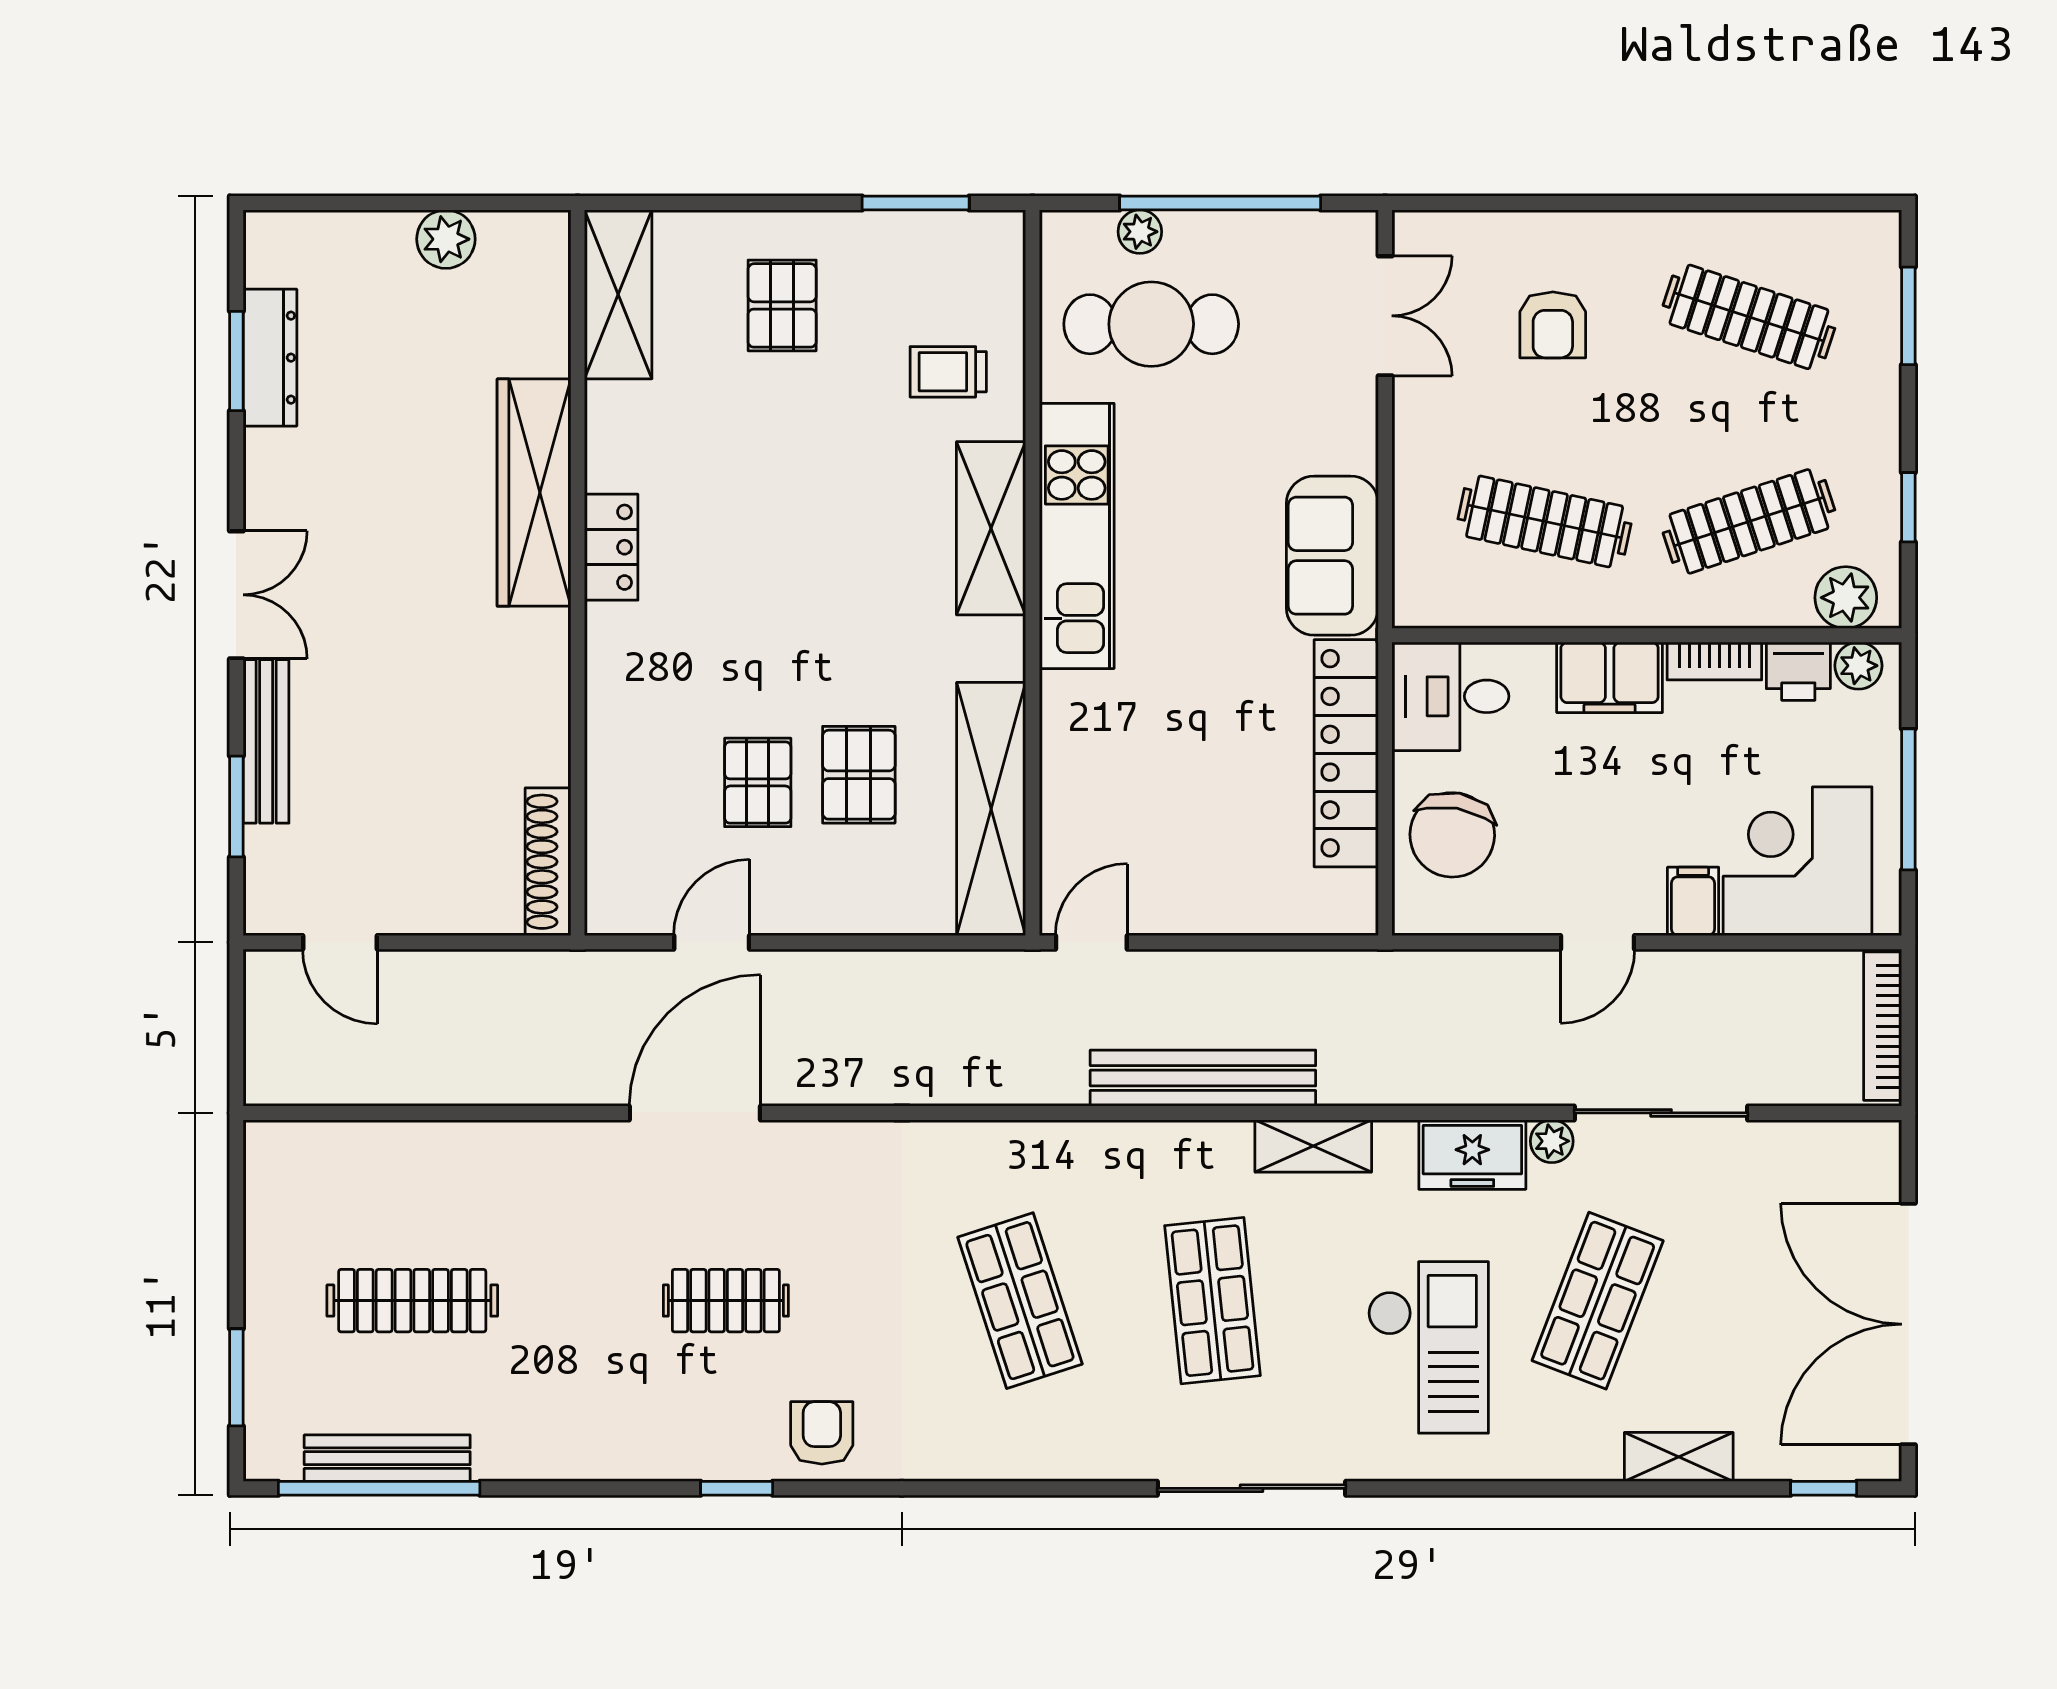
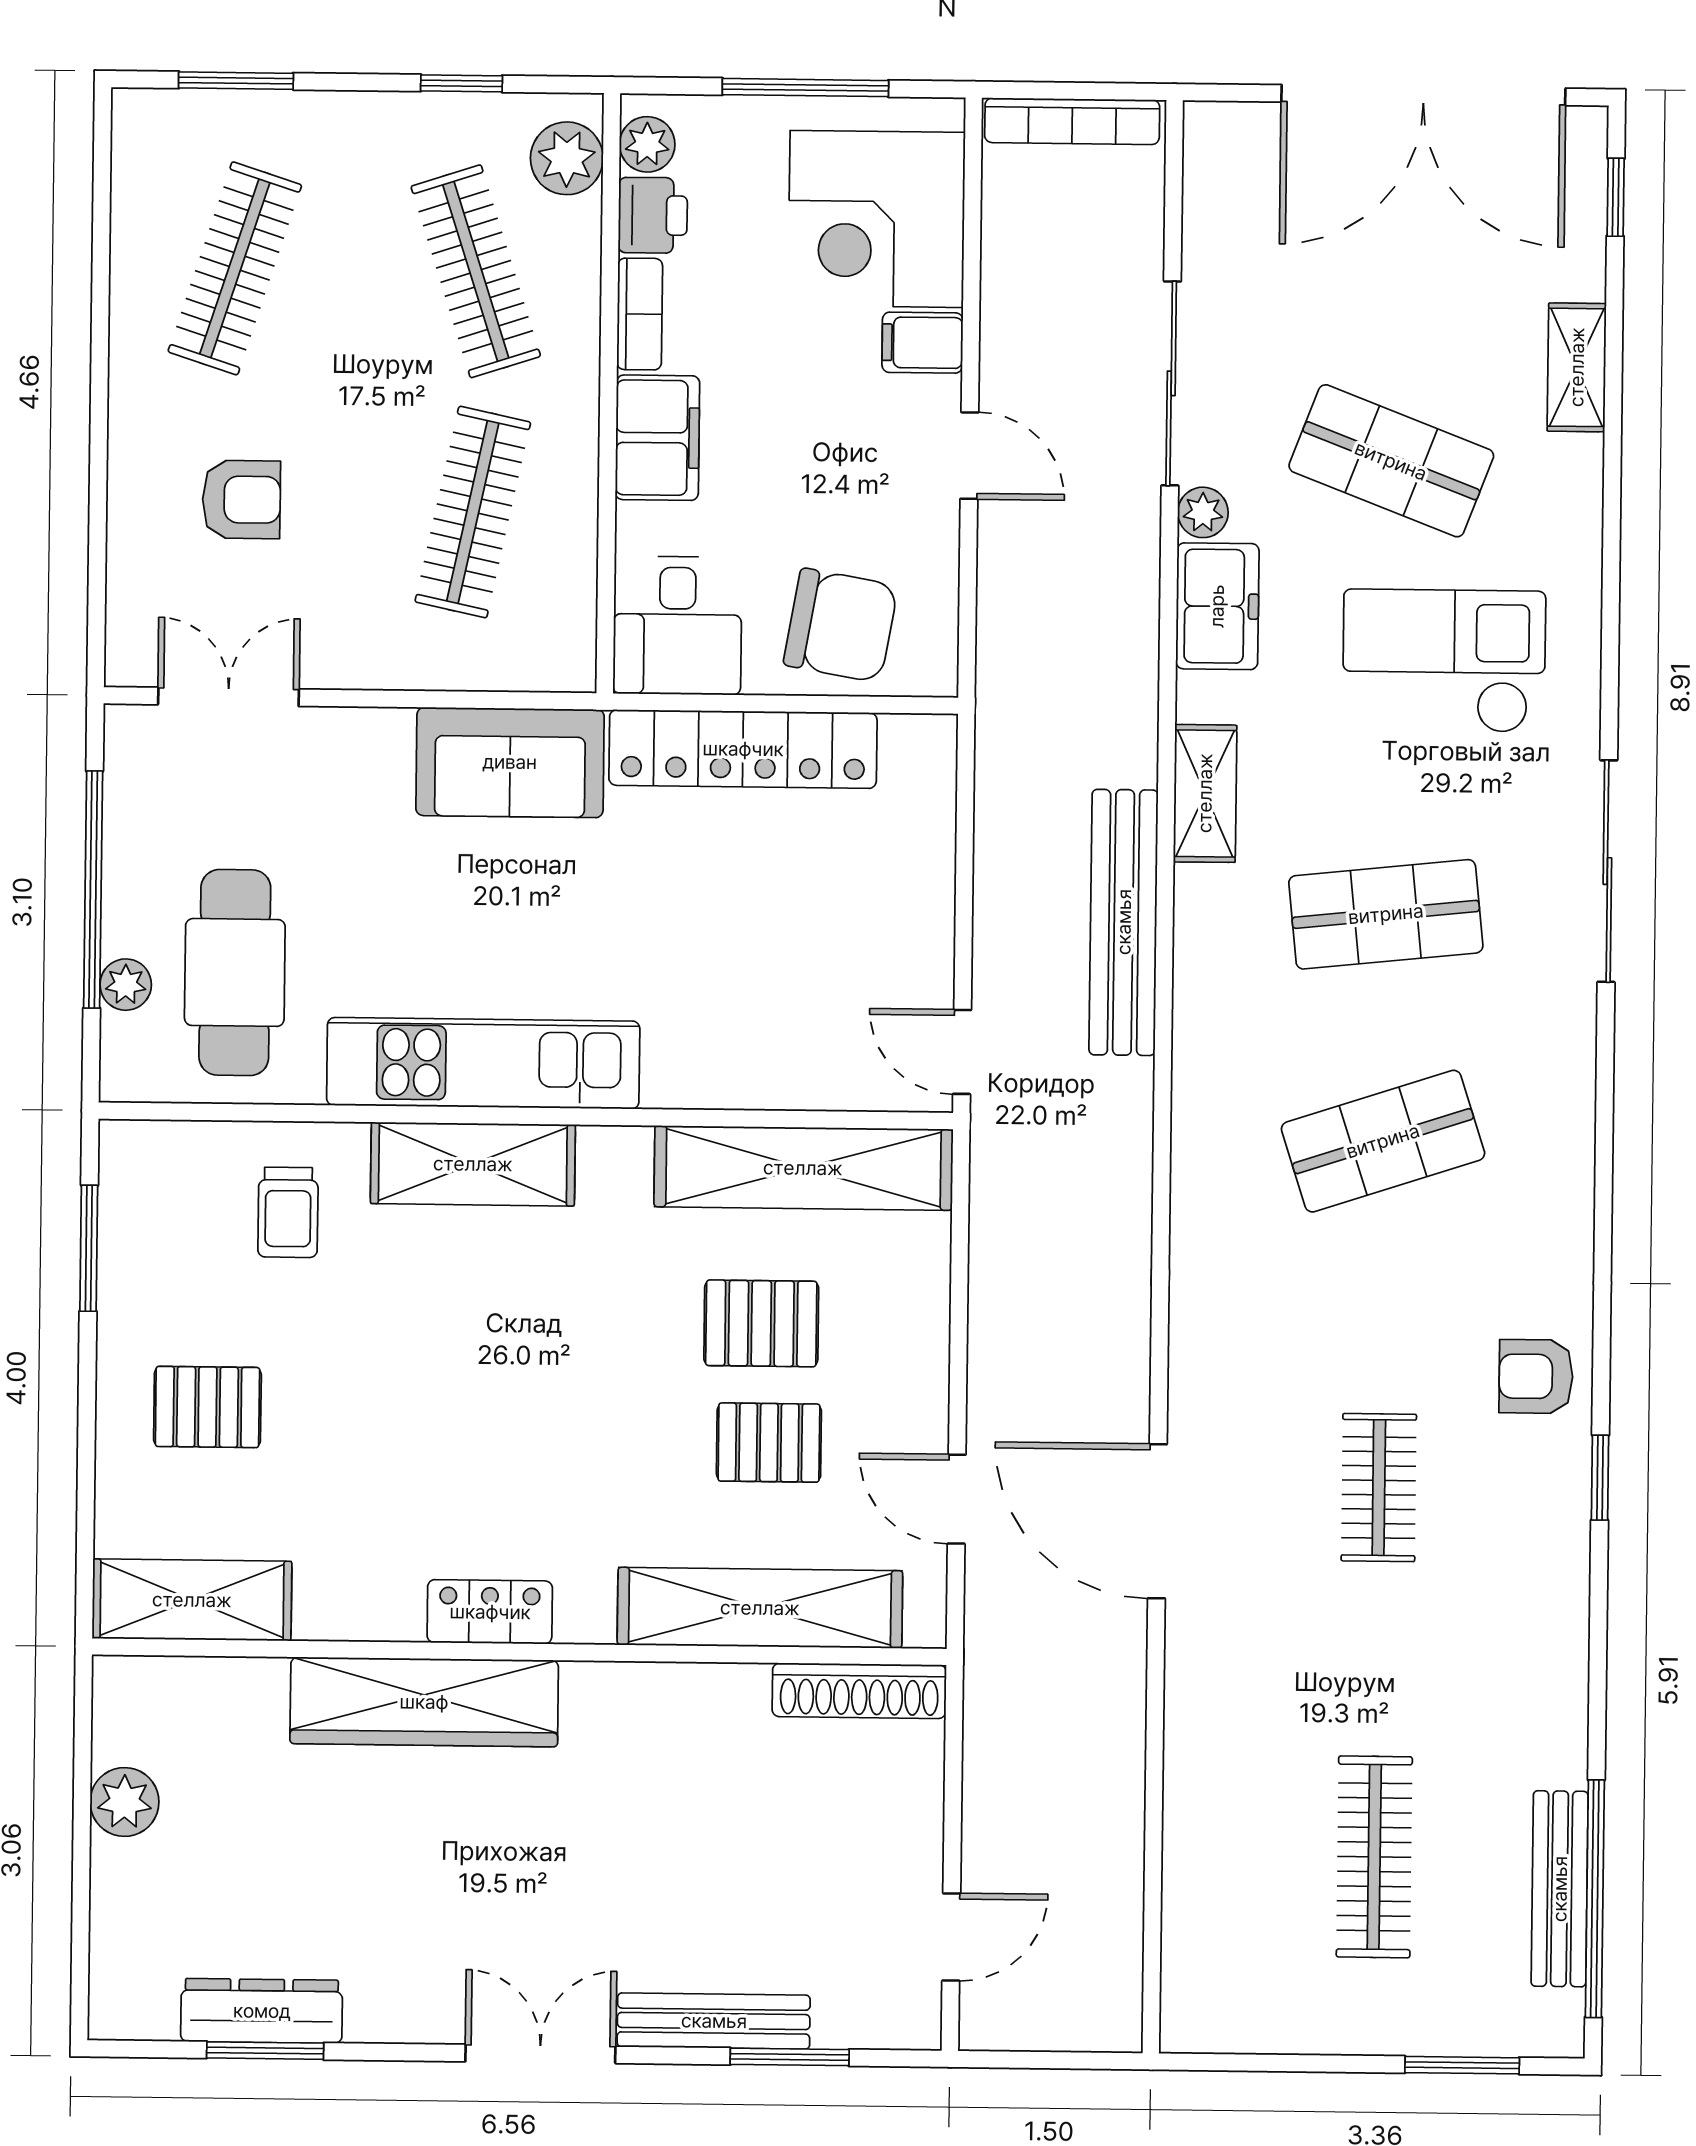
shelving: (617, 777) -> (760, 1608), added

